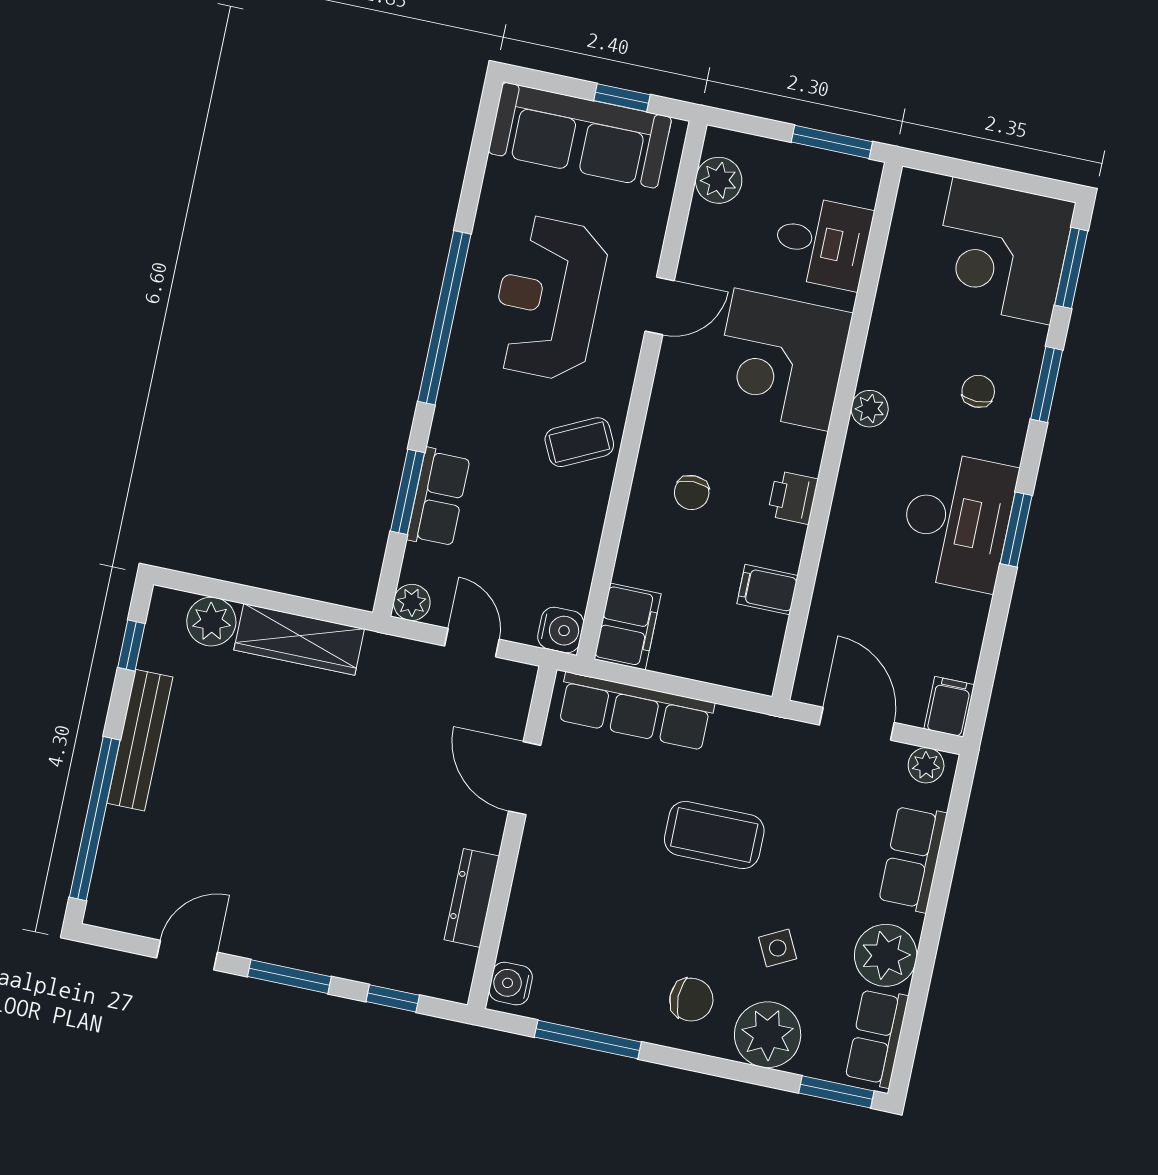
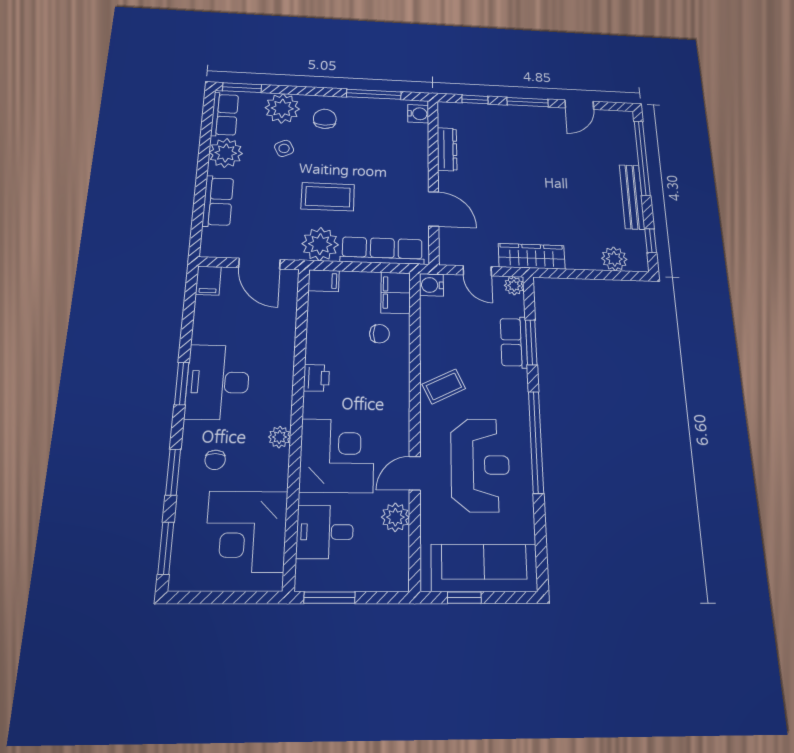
plant: (719, 180) -> (395, 517), moved
corner desk: (1002, 251) -> (246, 531), moved, turned 180
chair: (692, 493) -> (379, 334), moved, turned 90
filing cabinet: (767, 590) -> (324, 281), moved
wardrobe: (299, 639) -> (532, 256), moved
plant: (926, 765) -> (320, 244), moved, width x1.88, depth x1.88
chair: (691, 1000) -> (325, 119), turned 90

